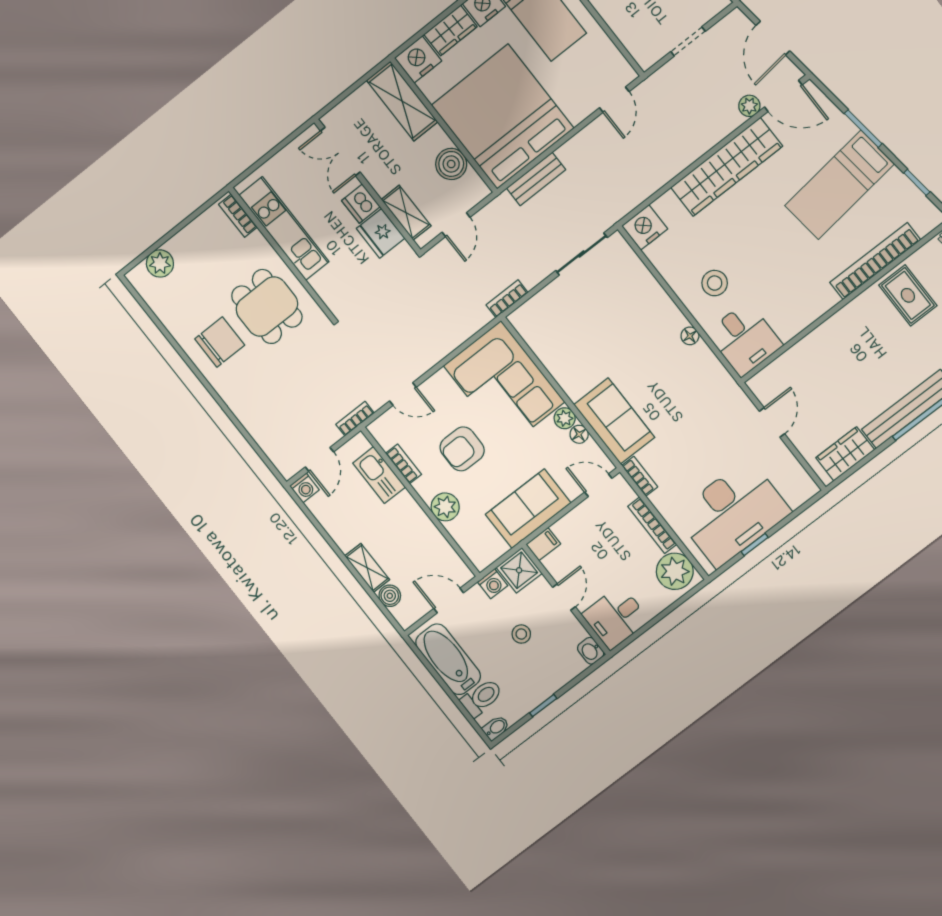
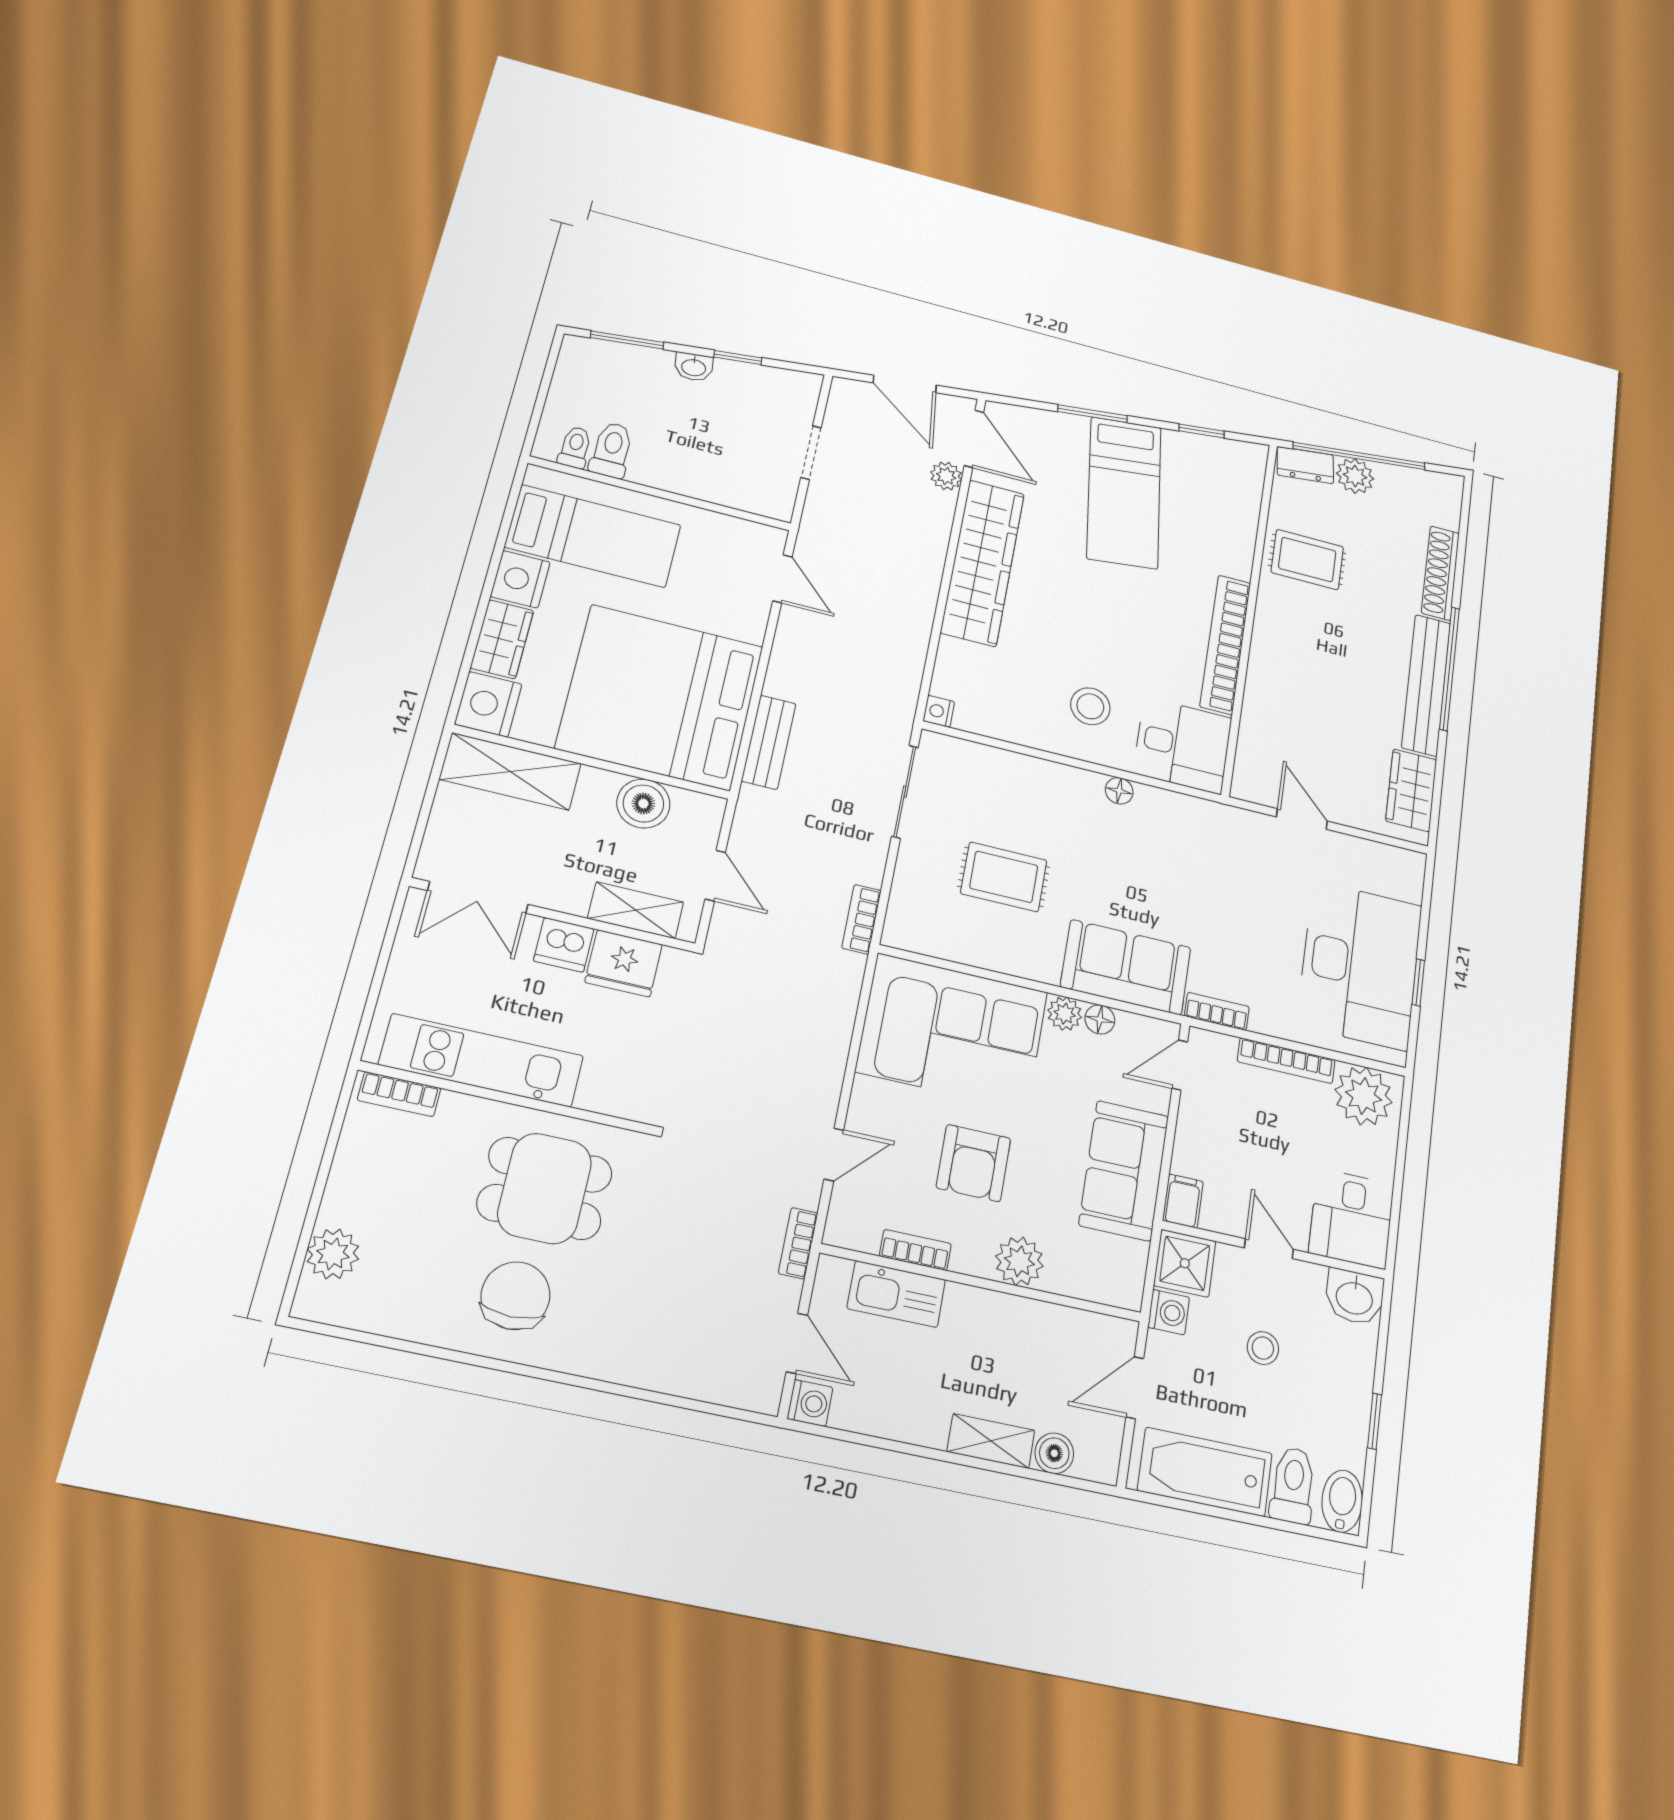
door: (783, 96) -> (974, 439), hinge flipped
nightstand: (645, 227) -> (939, 711), width x0.53, depth x0.56
bookcase: (875, 261) -> (1225, 644), moved
rug: (593, 332) -> (1004, 877), added
washbasin: (591, 651) -> (1354, 1297), width x1.38, depth x1.45
bidet: (496, 728) -> (1342, 1501), width x1.38, depth x1.36

